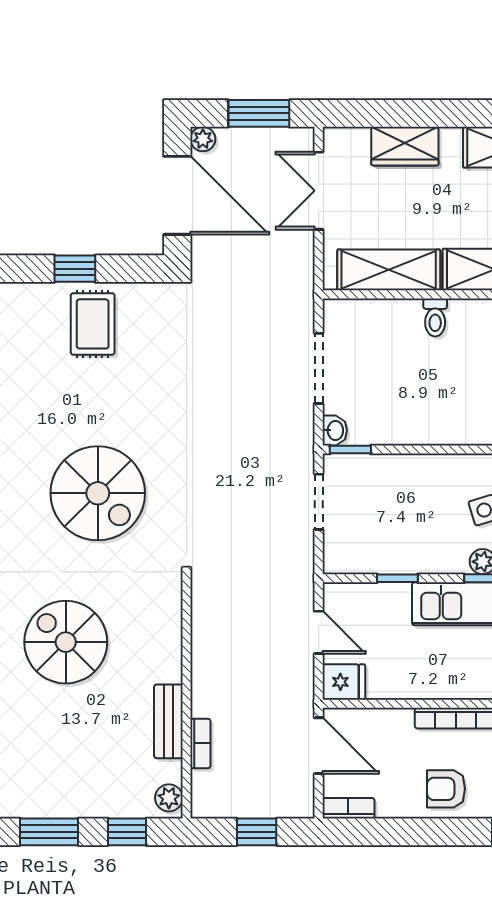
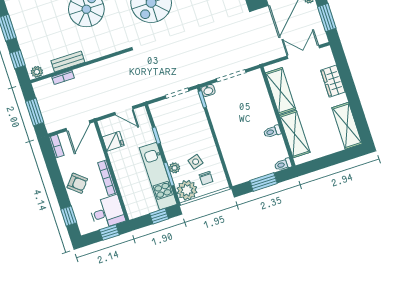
toilet: (435, 317) -> (272, 132), moved
door: (319, 632) -> (124, 111), hinge flipped
fridge: (344, 682) -> (113, 141), moved, turned -90
armchair: (446, 789) -> (77, 183), turned 130
window: (257, 832) -> (35, 112), width x1.50

